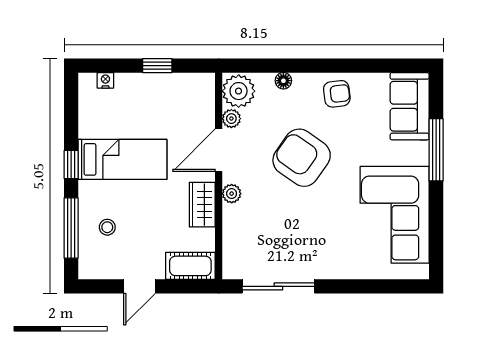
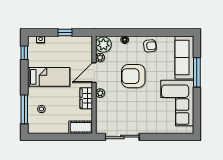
sofa: (410, 106) -> (184, 57), width x1.36
armchair: (302, 158) -> (133, 76), turned -35
window: (71, 164) -> (24, 53), moved
door: (140, 286) -> (57, 137), removed

